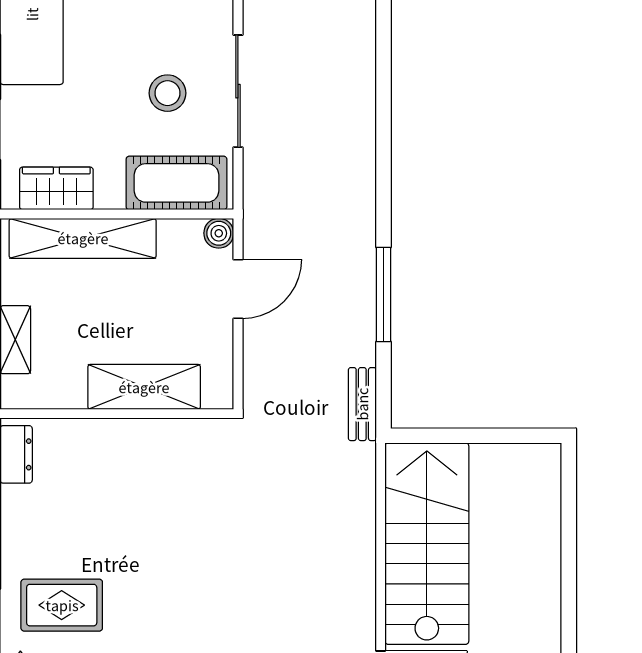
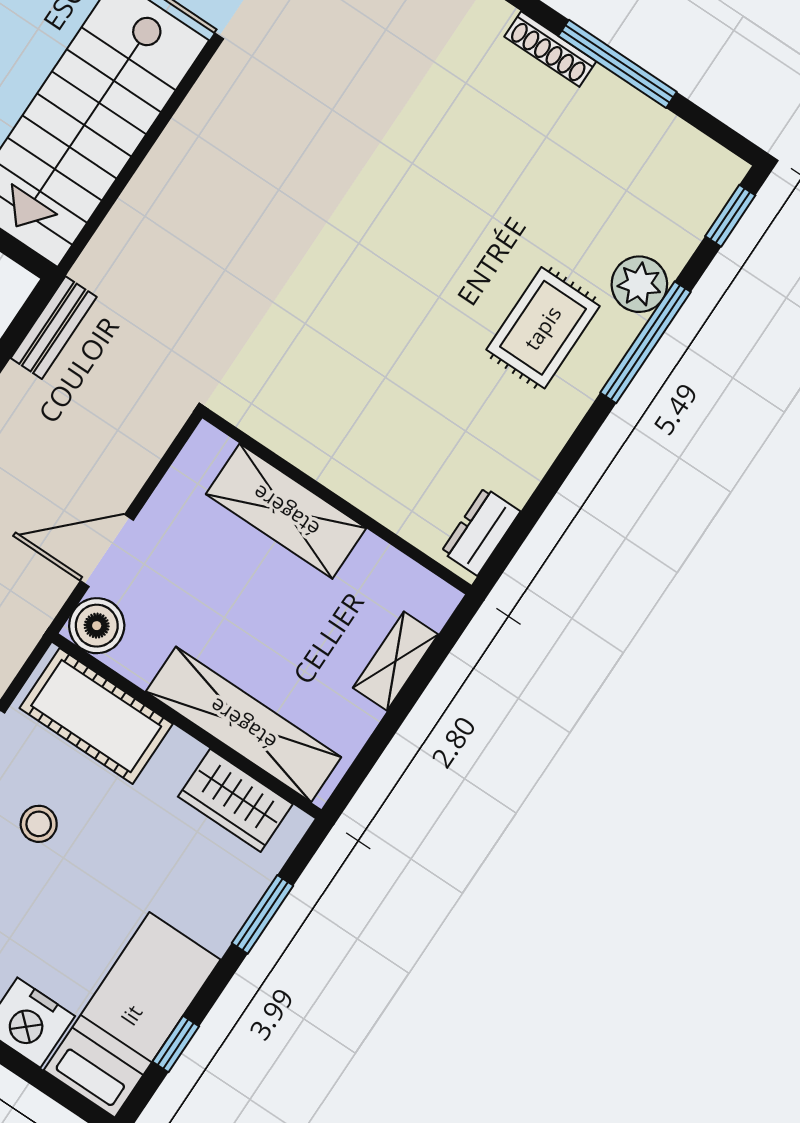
stool: (167, 93) -> (39, 824), width x0.73, depth x0.73
boiler: (219, 233) -> (97, 626), width x1.36, depth x1.36
rug: (62, 605) -> (543, 328), turned 90

